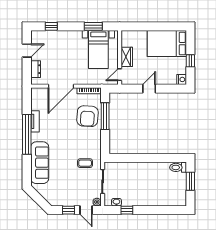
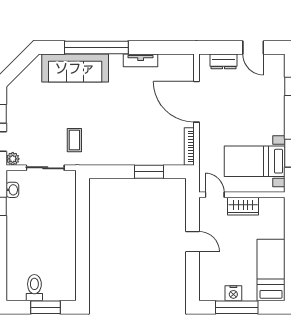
bed: (167, 44) -> (271, 270), width x0.67
window: (190, 61) -> (237, 307), width x2.17
nightstand: (182, 79) -> (233, 293), moved
armchair: (87, 116) -> (149, 144), removed
window: (105, 116) -> (149, 172), width x0.69
window: (27, 134) -> (96, 47), moved
toilet: (178, 167) -> (34, 288), moved

